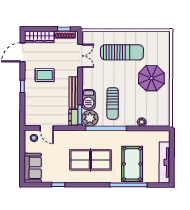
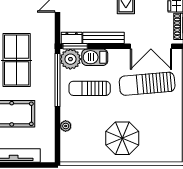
sun lounger: (122, 52) -> (147, 84), moved, turned 85
double door: (80, 56) -> (151, 46), width x1.37

